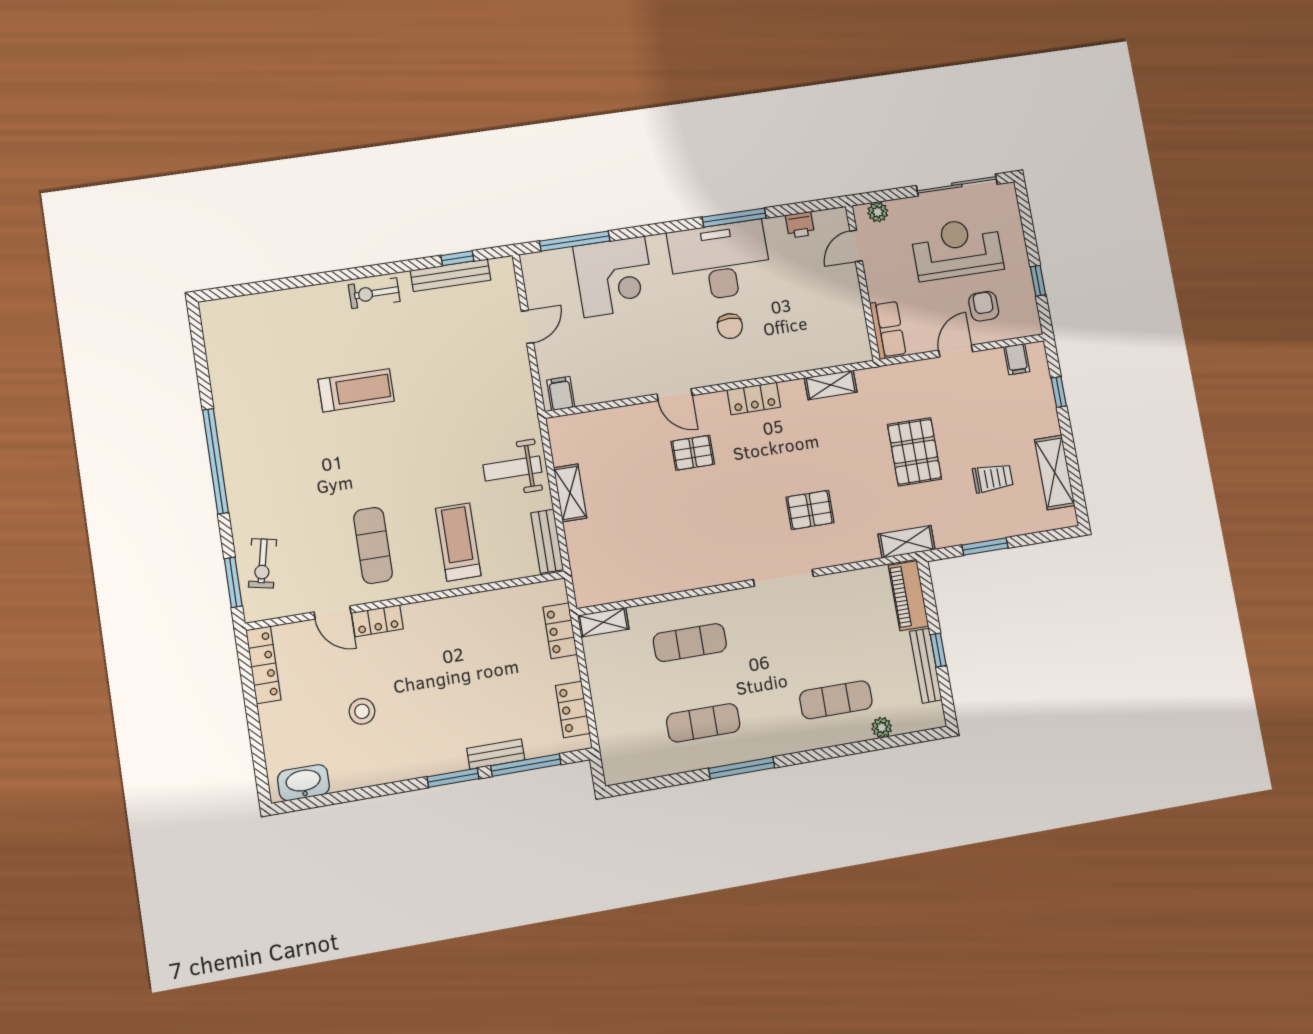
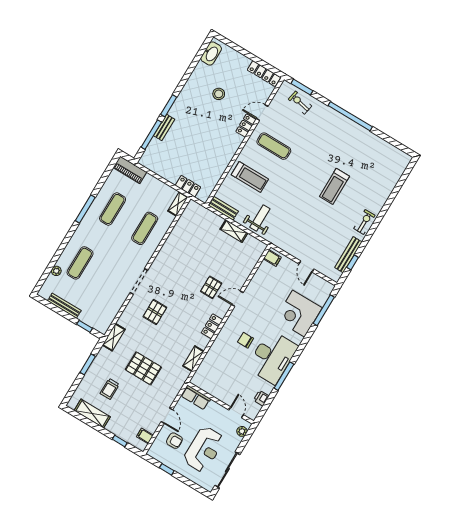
piano: (908, 596) -> (130, 170), moved, turned 180
window: (938, 650) -> (85, 326), moved
locker: (573, 709) -> (157, 167), removed

